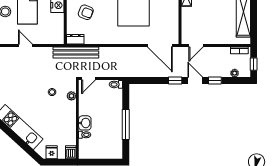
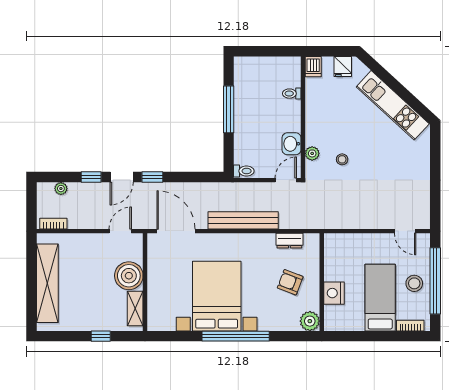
boiler: (190, 17) -> (129, 276), added
dresser: (75, 39) -> (289, 241), moved
door: (25, 45) -> (405, 231), moved
bench: (76, 52) -> (243, 220), moved
window: (254, 64) -> (31, 202), removed
door: (195, 81) -> (122, 177), hinge flipped
washbasin: (85, 123) -> (292, 144), moved

